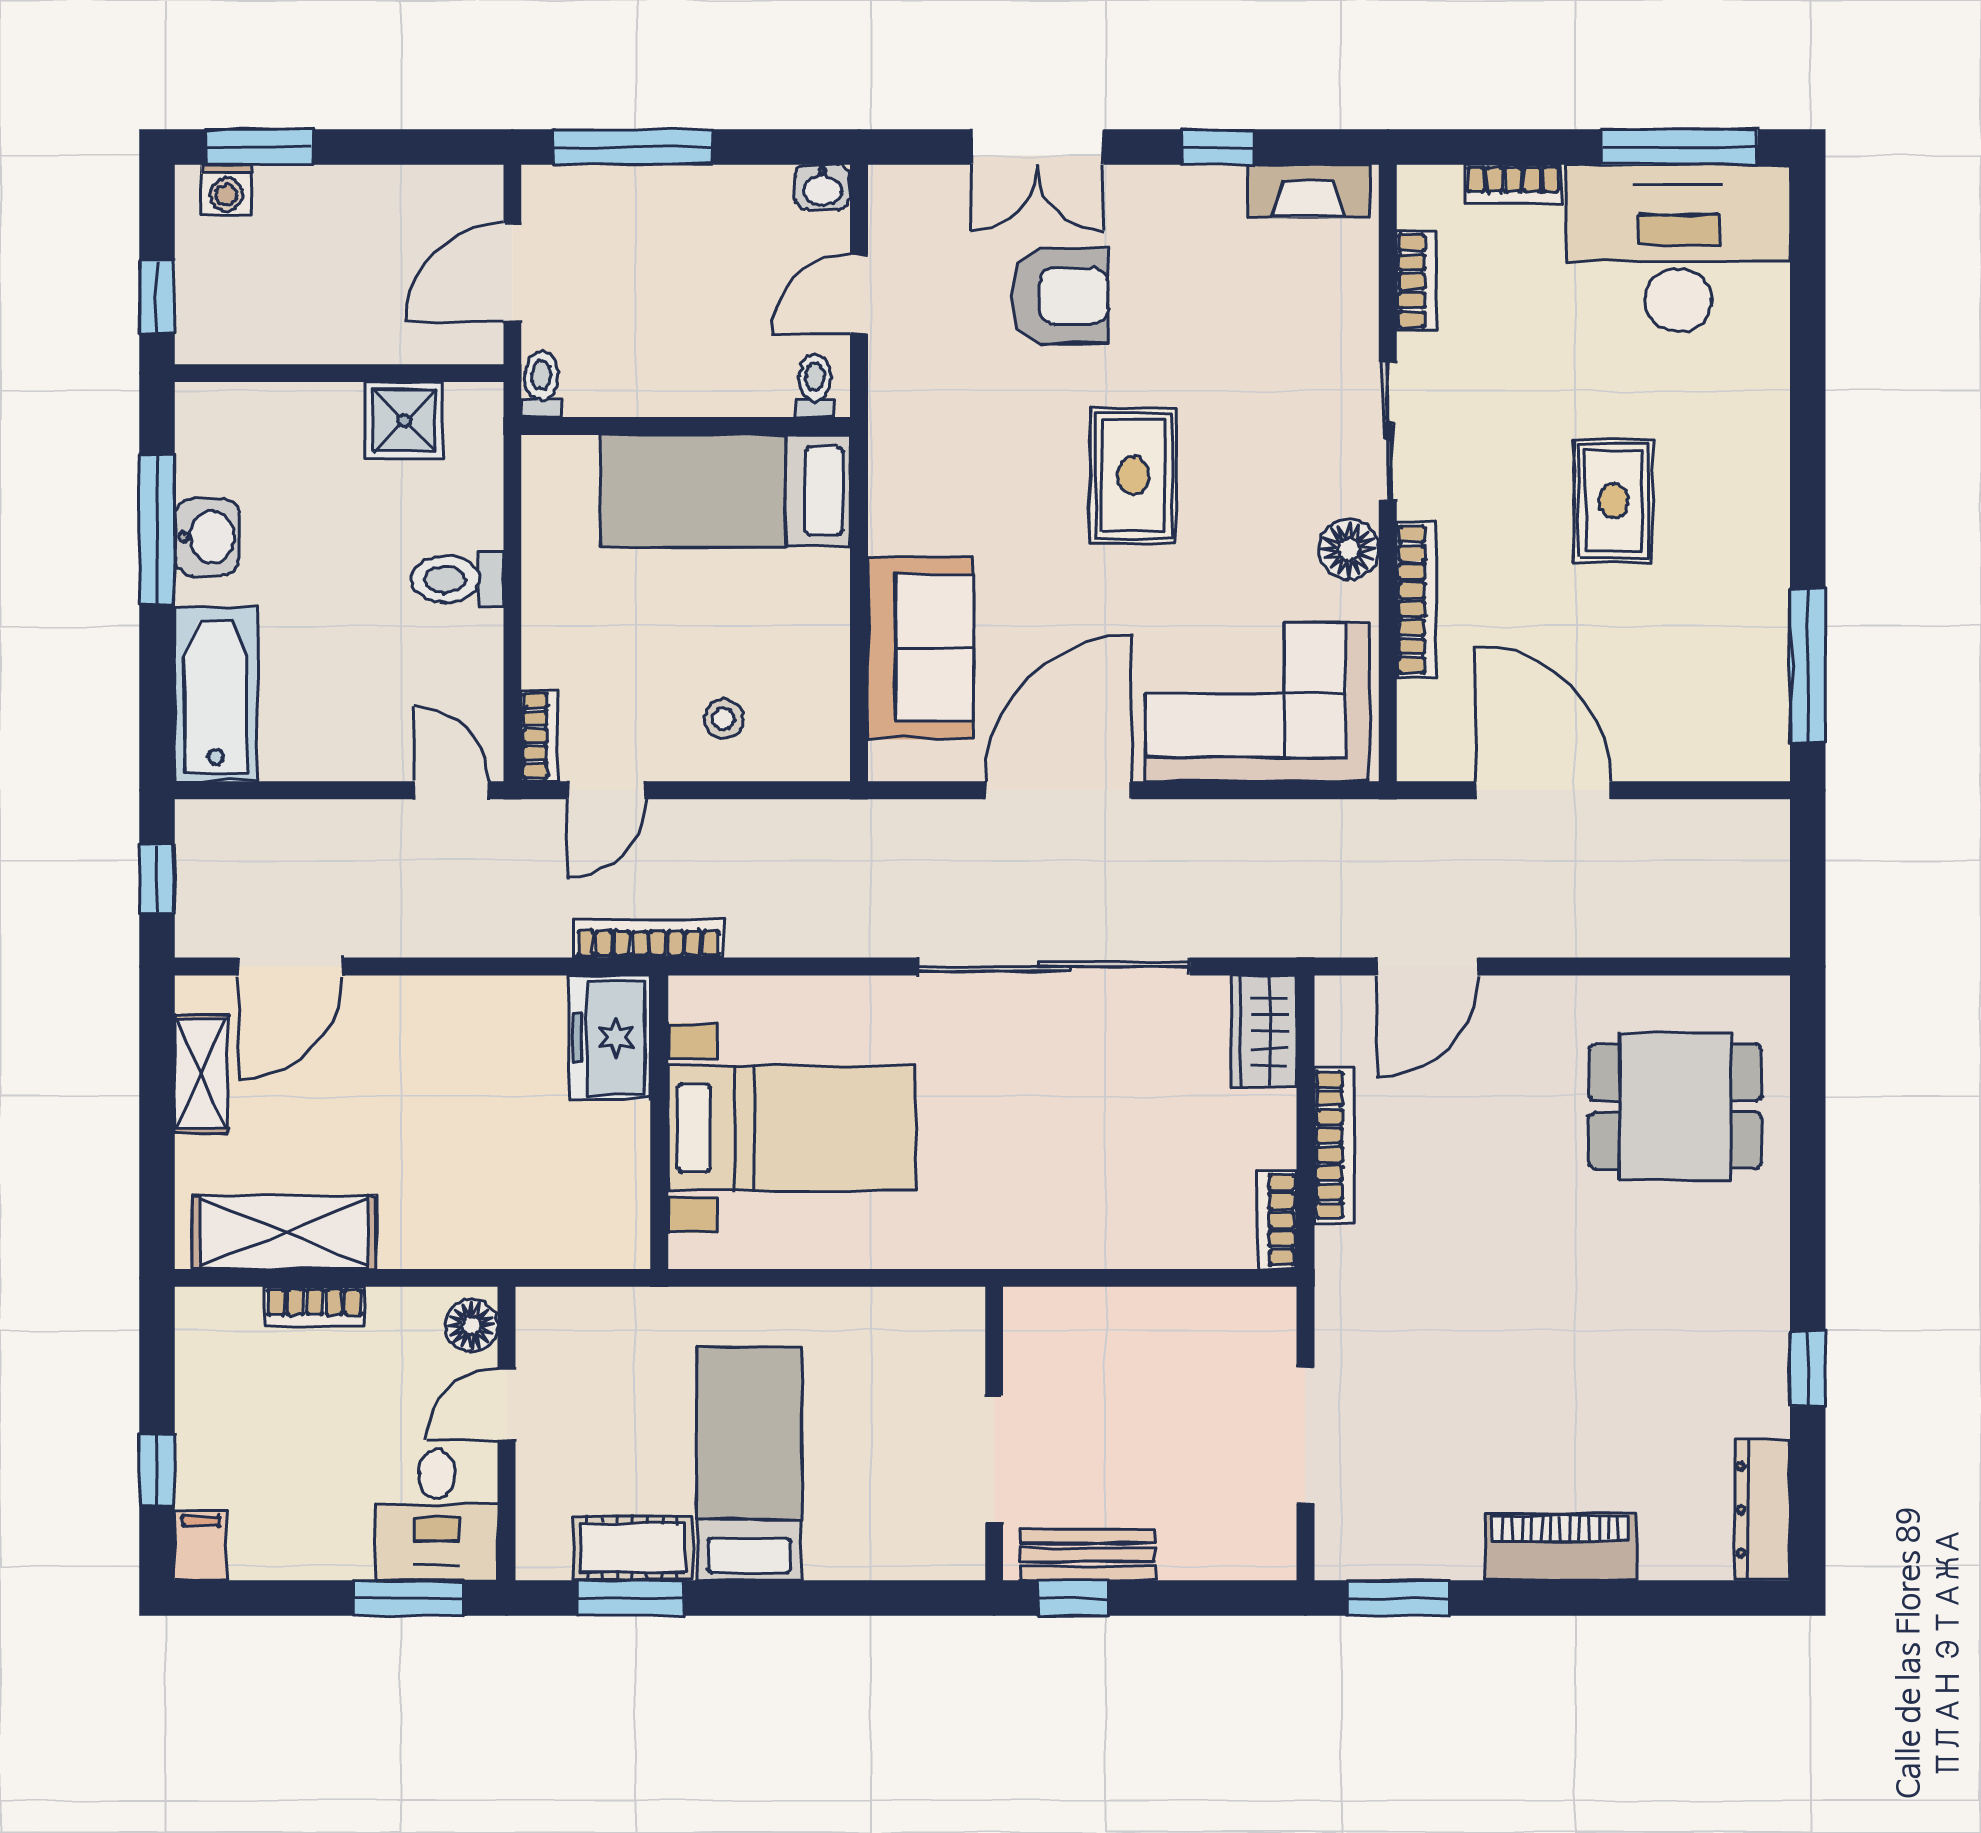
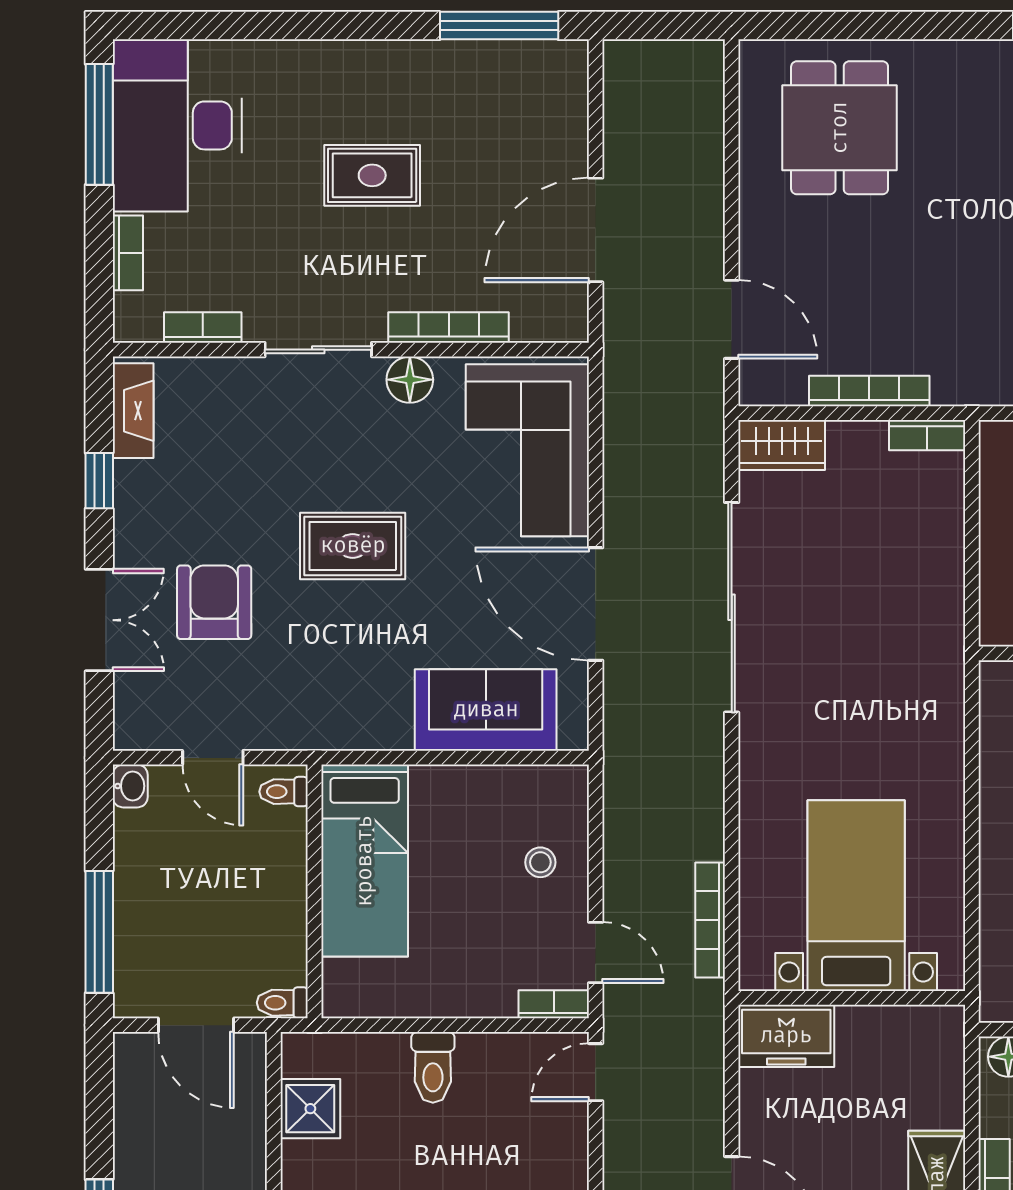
freezer: (610, 1037) -> (786, 1036), moved
wall: (659, 1122) -> (852, 998), moved
bed with nightstands: (792, 1128) -> (856, 896), moved

